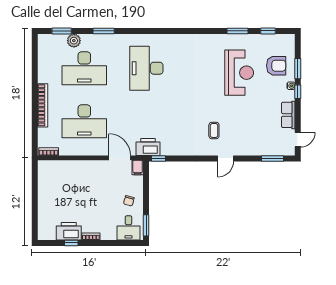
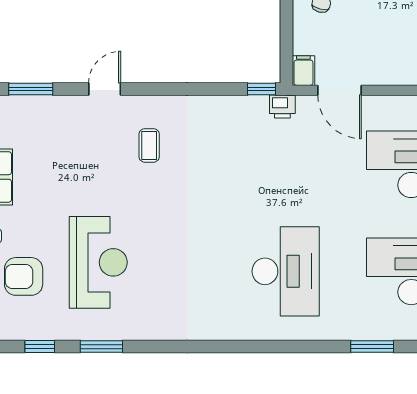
reception desk: (239, 73) -> (98, 262), turned 180
printer: (148, 147) -> (282, 107), width x0.53, depth x0.68
door: (226, 158) -> (105, 89), moved

